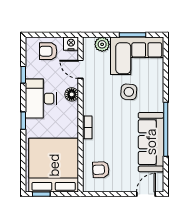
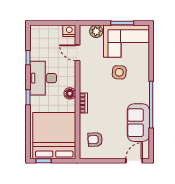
armchair: (48, 51) -> (50, 37), removed
floor lamp: (72, 94) -> (70, 93), moved
sofa: (151, 142) -> (138, 123), width x0.73

